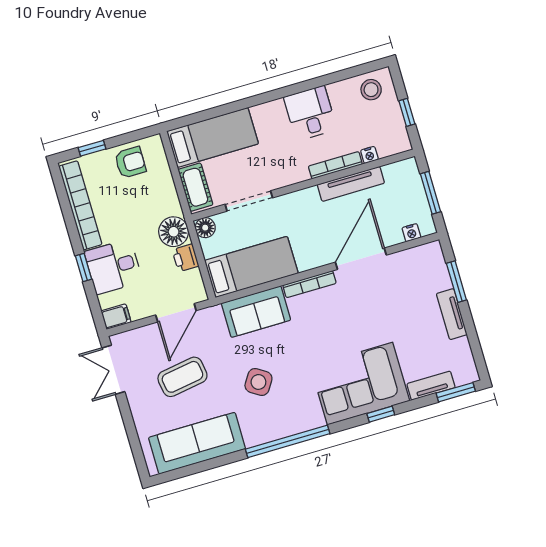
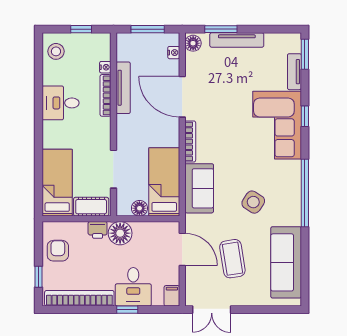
floor lamp: (205, 228) -> (139, 208), moved
floor lamp: (430, 253) -> (193, 43), added
printer: (185, 258) -> (98, 230), moved
tv unit: (452, 314) -> (237, 40), width x1.41

